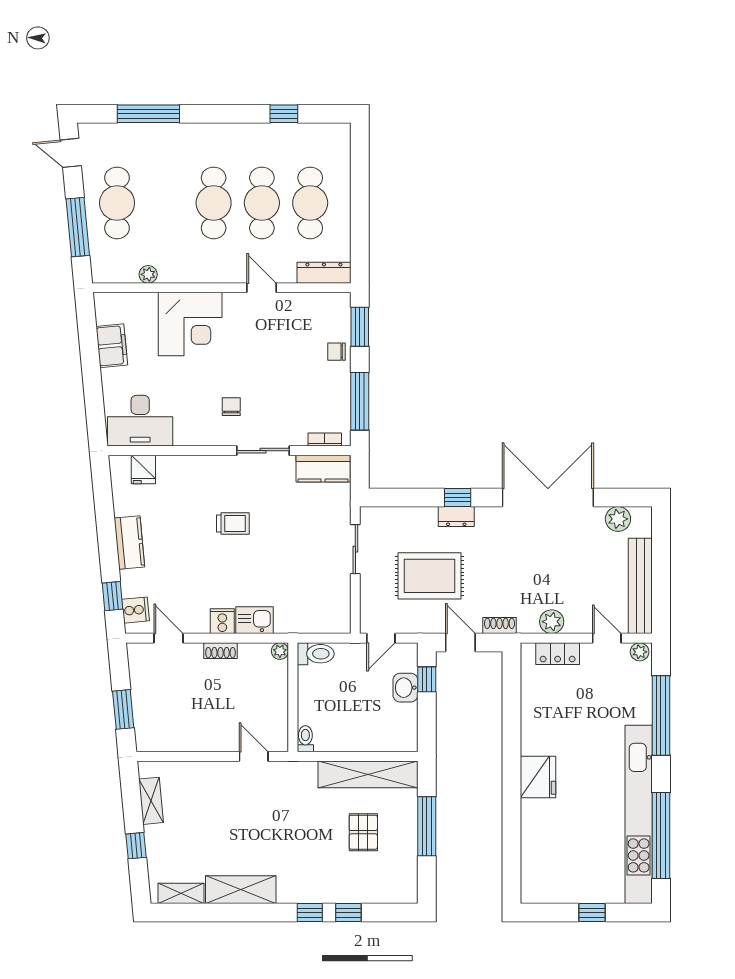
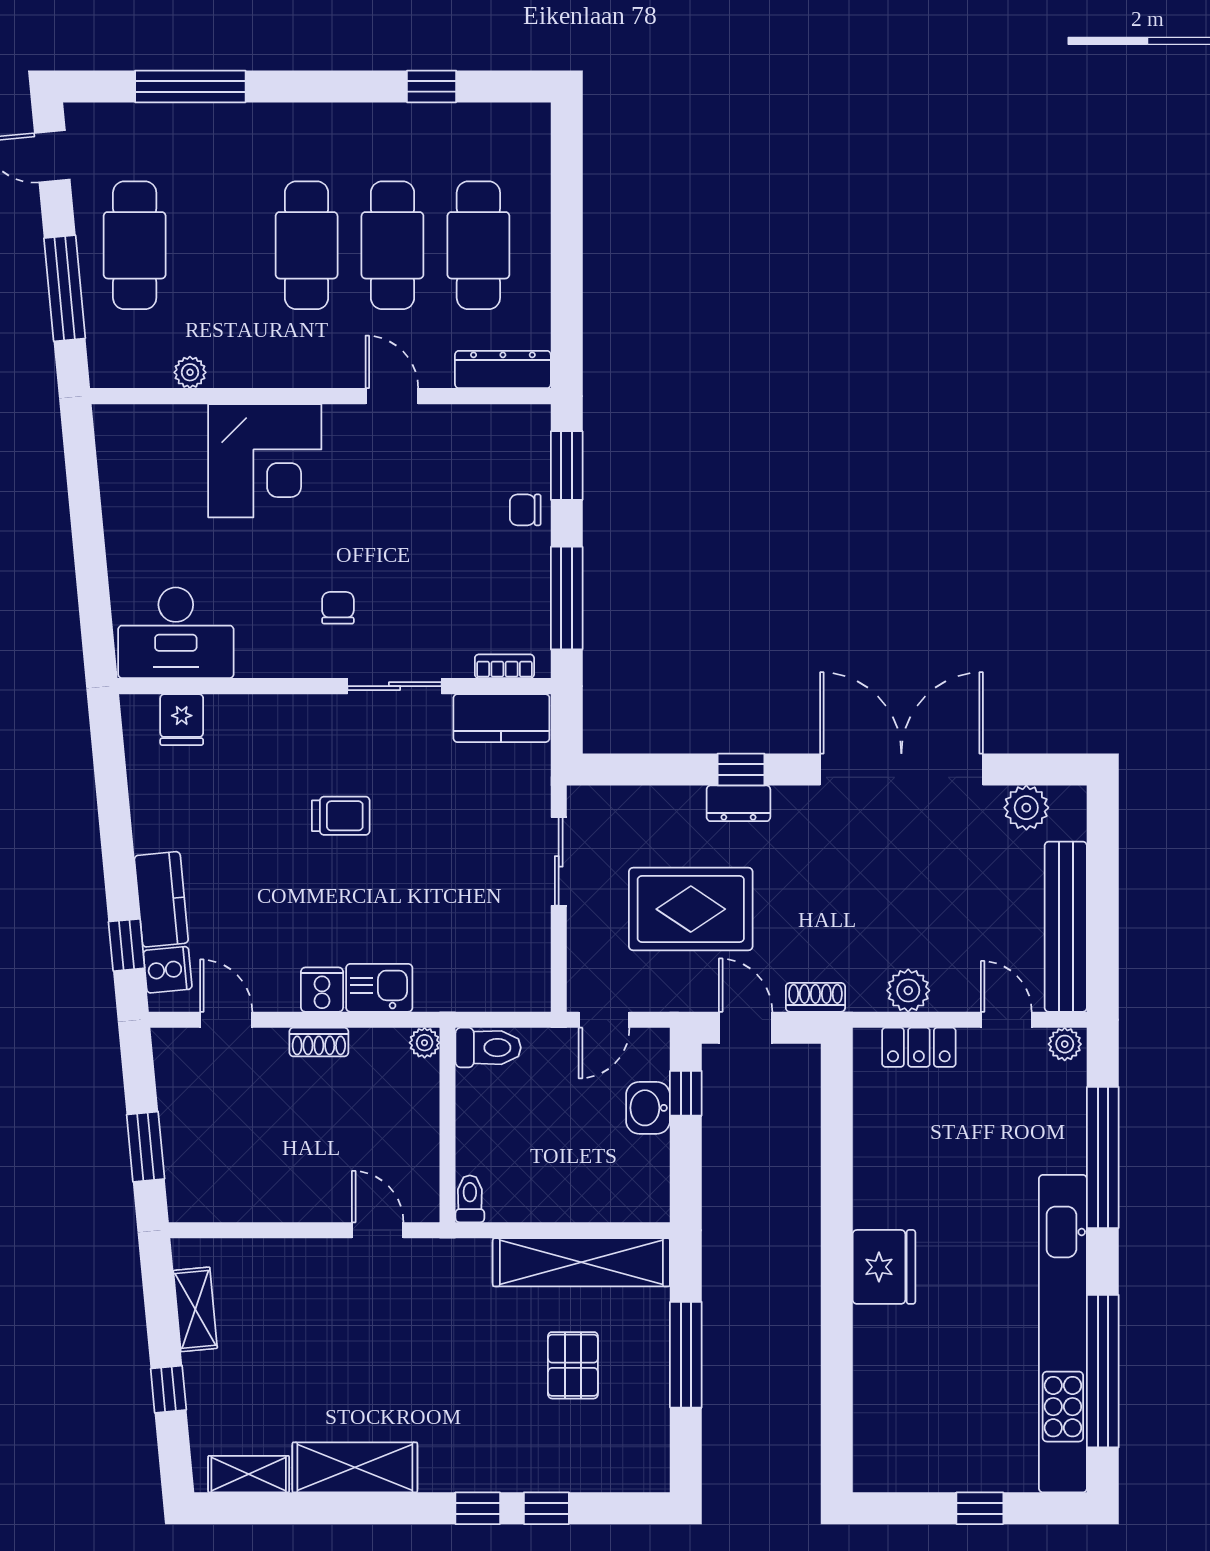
filing cabinet: (112, 346) -> (125, 499), removed
kitchen counter: (129, 543) -> (161, 899), moved

